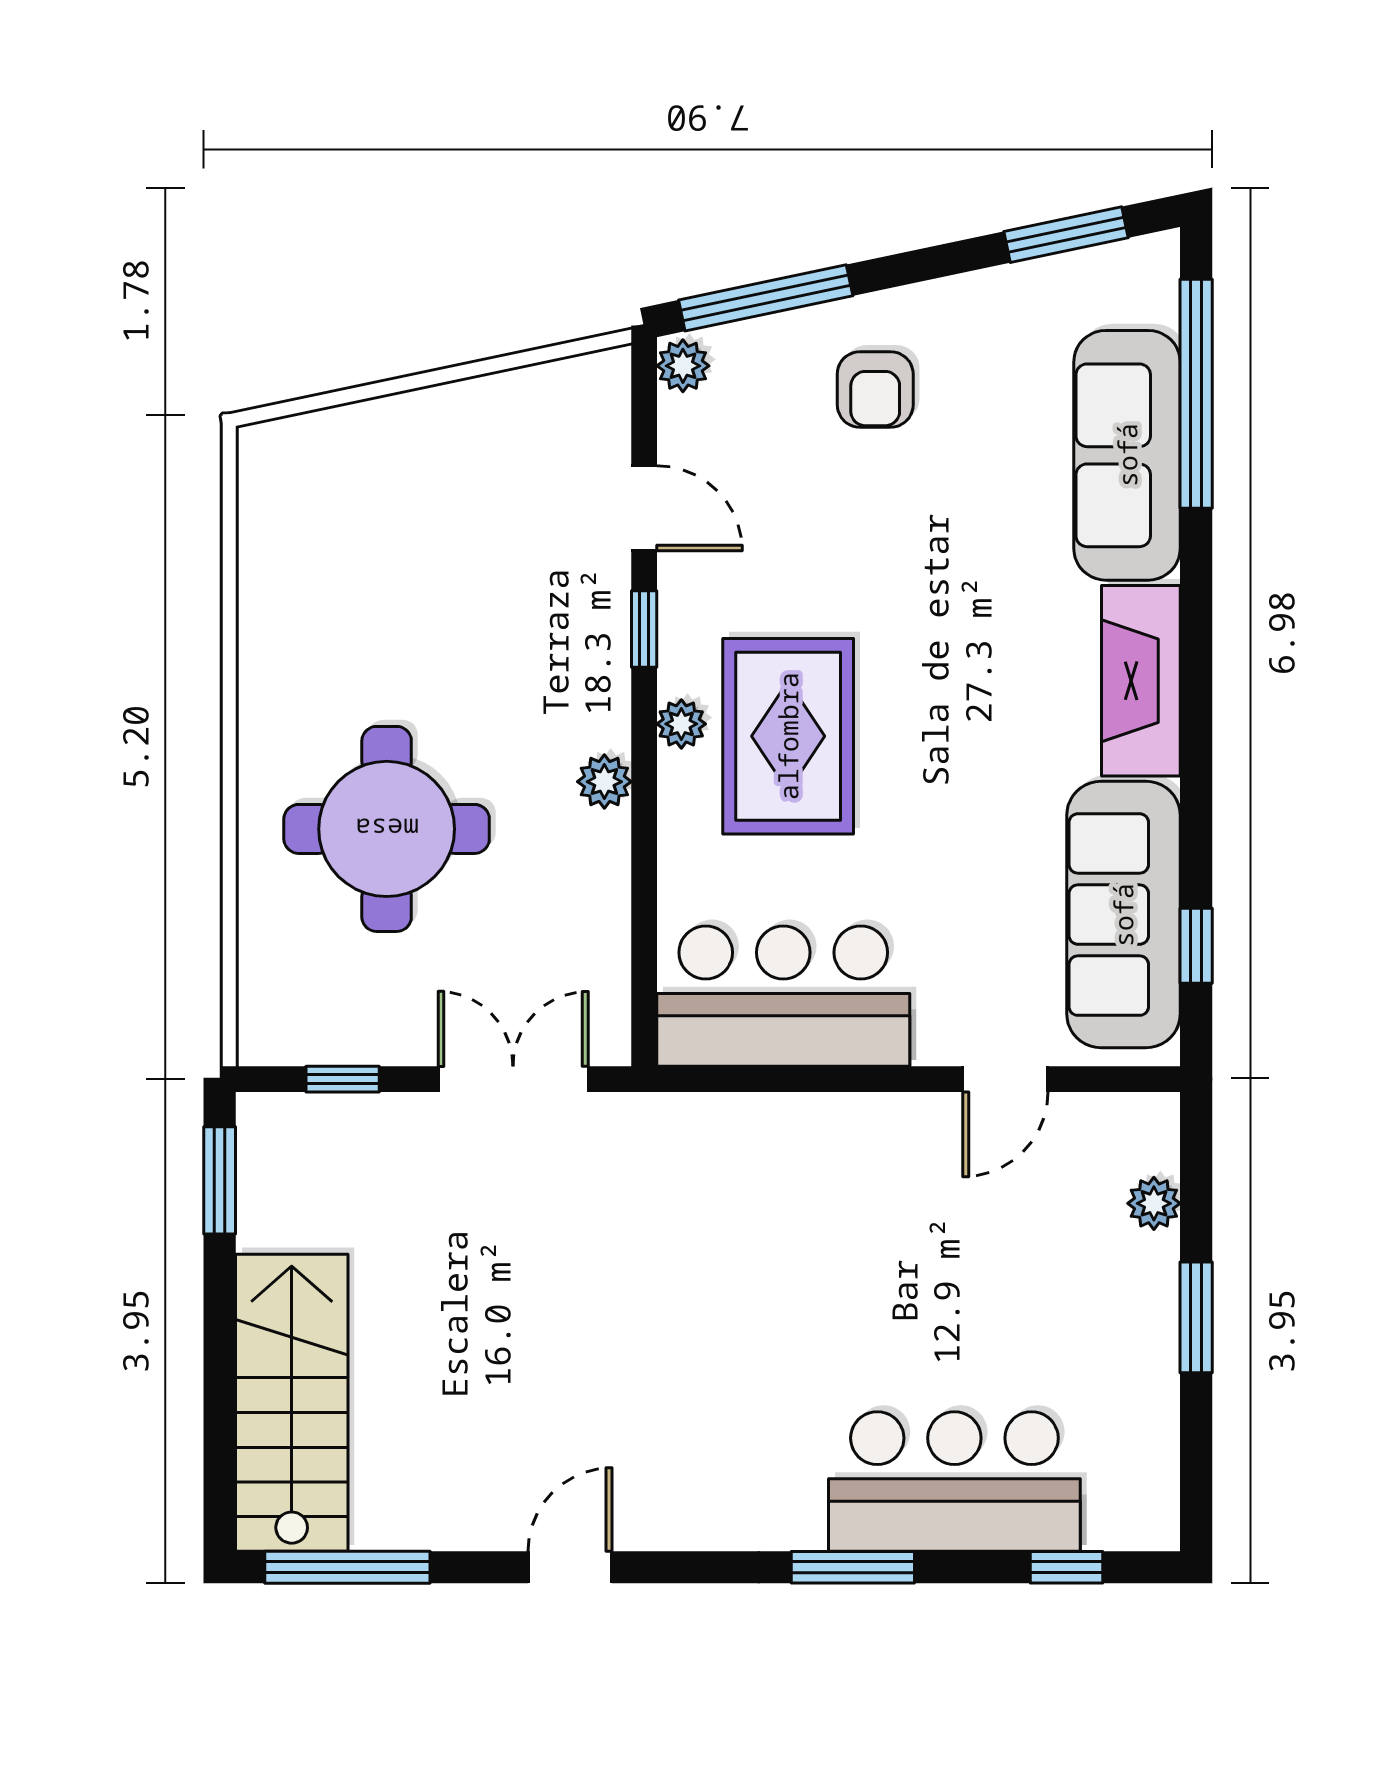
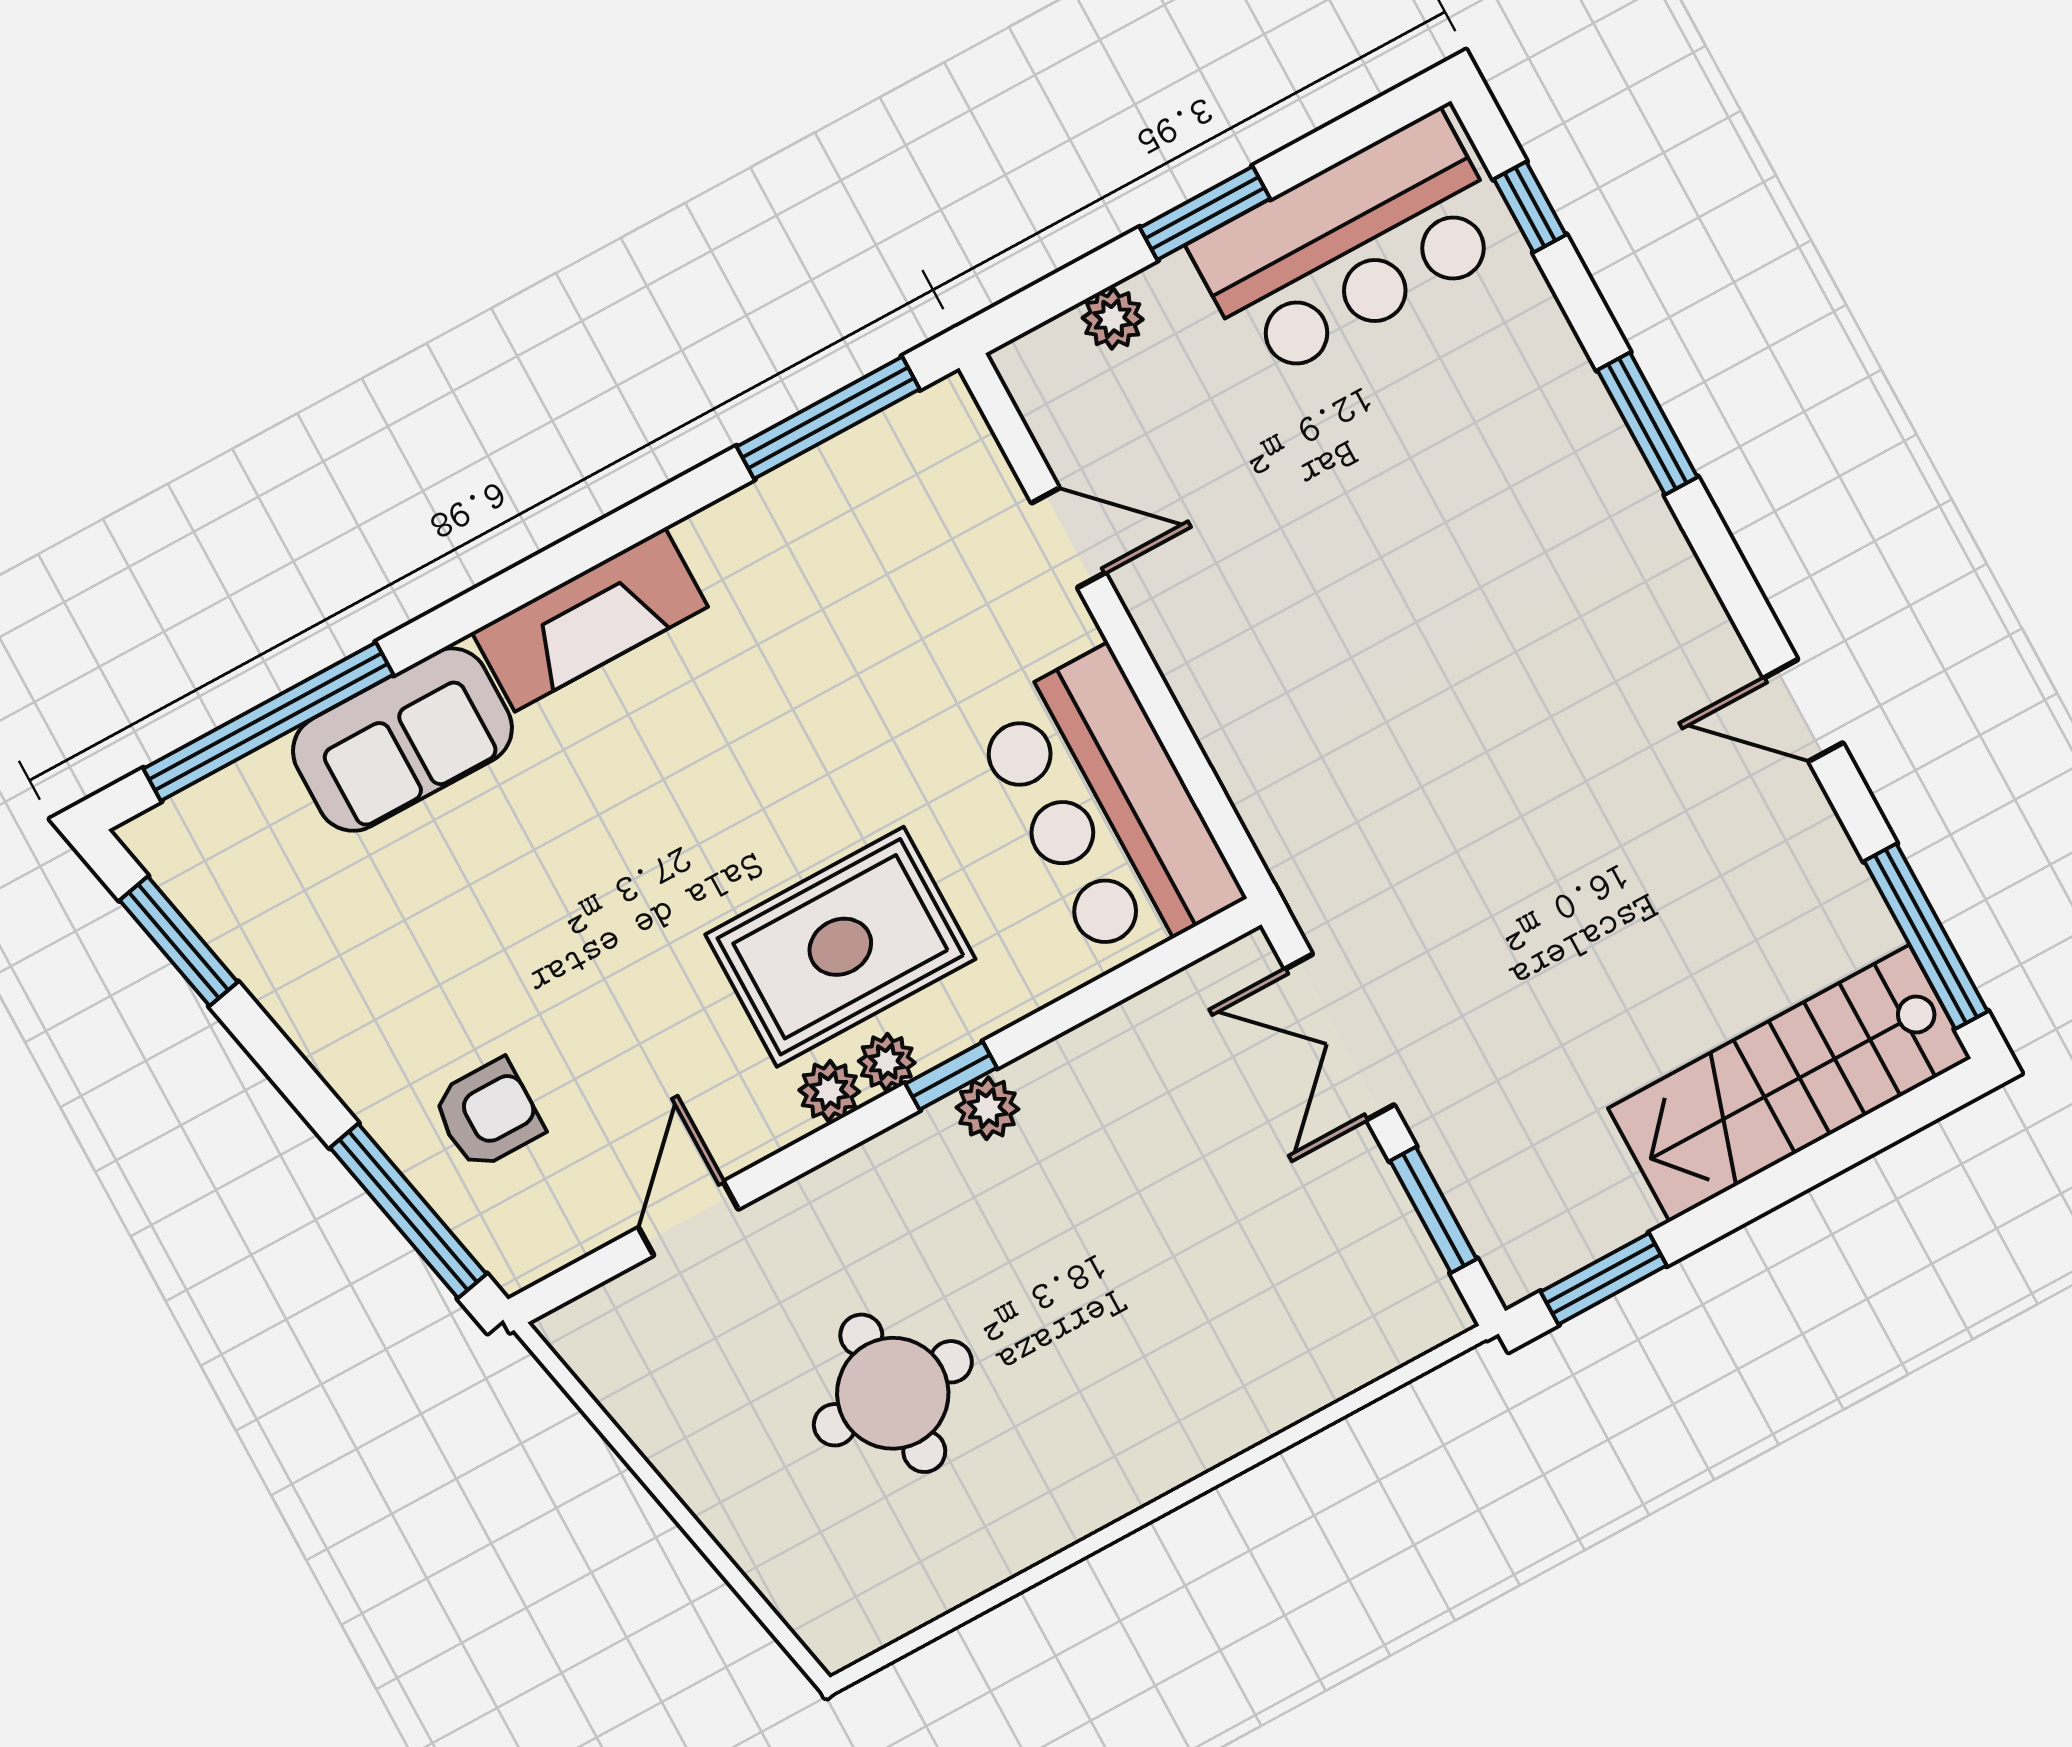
plant: (683, 366) -> (829, 1091), moved
armchair: (875, 389) -> (488, 1114), moved
sofa: (1127, 455) -> (402, 740), width x0.73
window: (644, 629) -> (951, 1076), moved
round table: (387, 829) -> (893, 1393), moved, width x0.73, depth x0.73
sofa: (1123, 915) -> (836, 509), removed
window: (1196, 946) -> (828, 418), width x2.17
window: (343, 1079) -> (1433, 1210), width x1.50
bar counter: (954, 1481) -> (1351, 247), moved, turned -90

